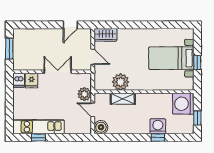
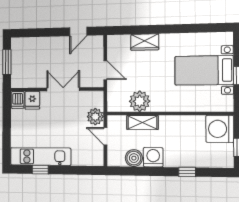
wardrobe: (106, 35) -> (145, 42), moved
washing machine: (158, 126) -> (153, 157), moved
boiler: (101, 127) -> (134, 158), moved

